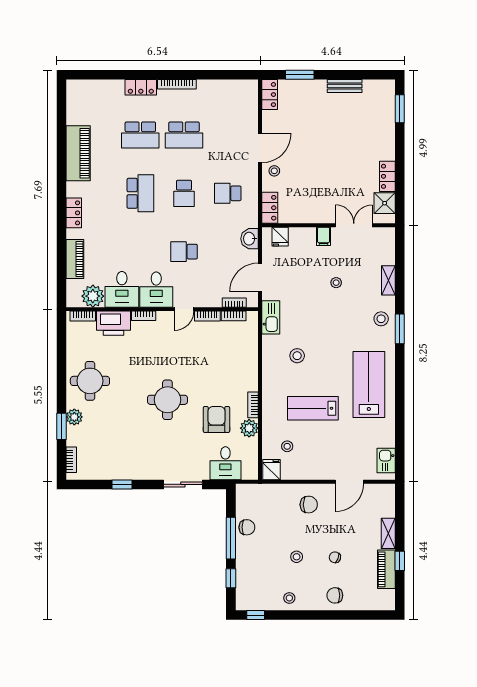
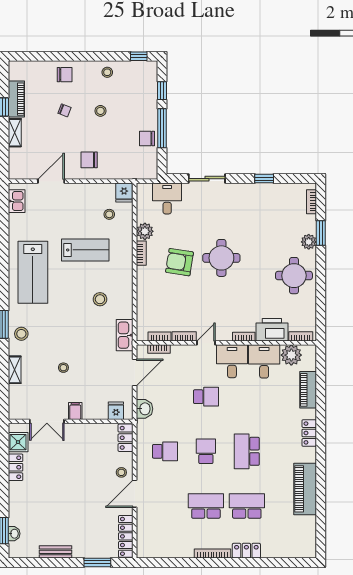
locker: (270, 95) -> (126, 536), width x1.53
washbasin: (389, 105) -> (14, 534), added
armchair: (216, 419) -> (179, 262), moved, turned 99

